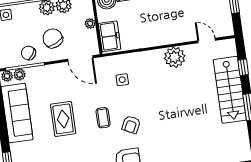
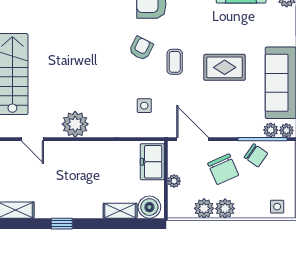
rug: (63, 119) -> (225, 67), turned 90

